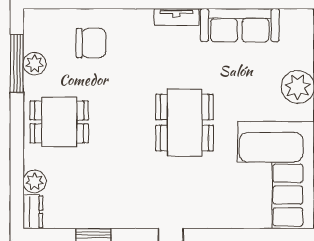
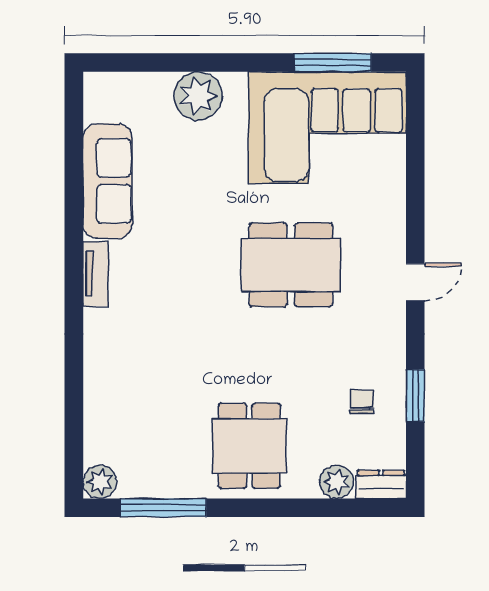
chair: (91, 43) -> (362, 402), moved, width x0.54, depth x0.54
plant: (35, 64) -> (100, 482), moved
dining table: (185, 123) -> (291, 265), moved

